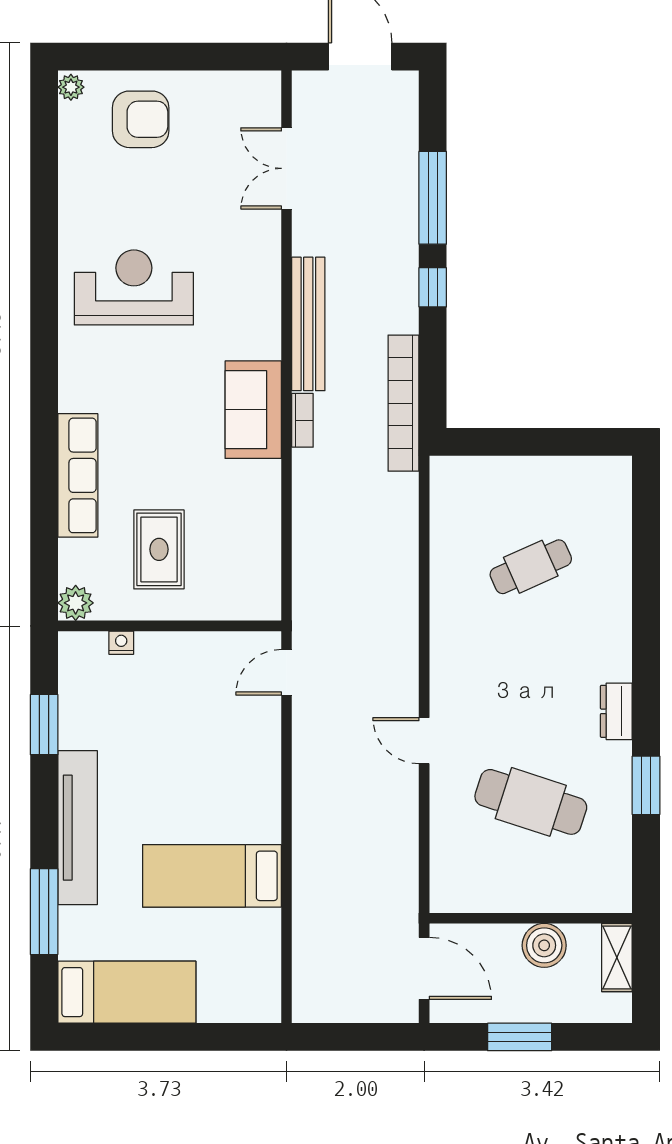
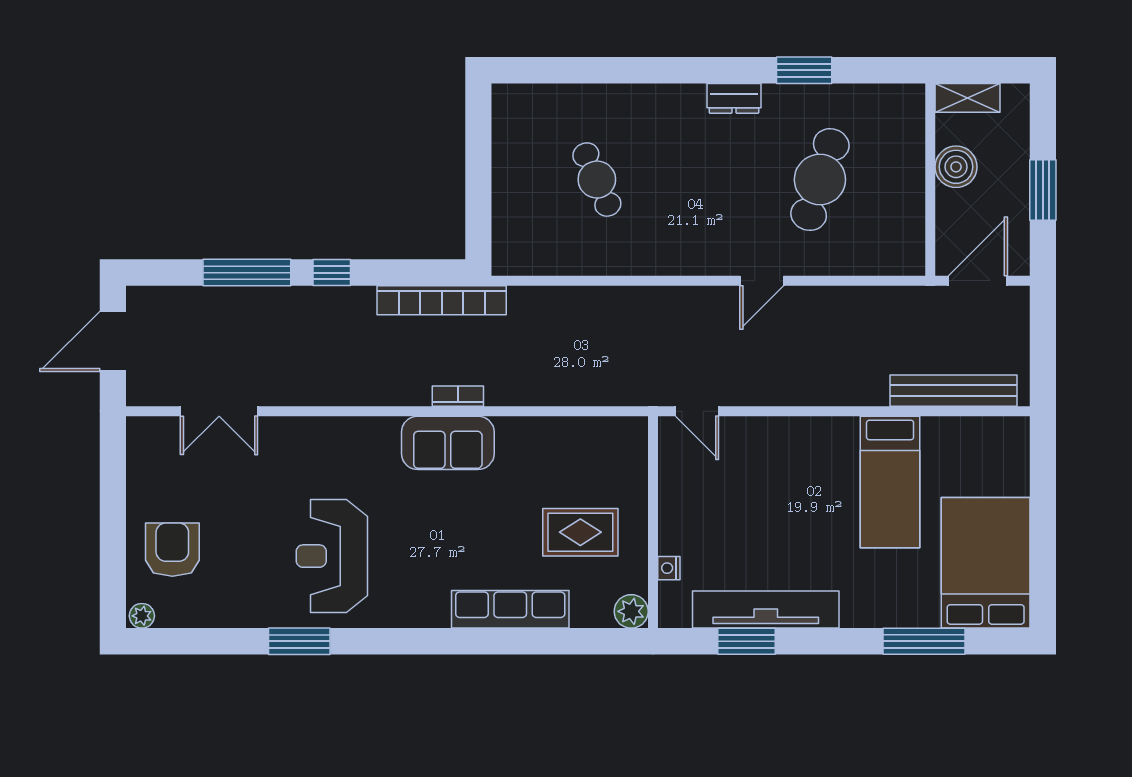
window: (44, 253) -> (299, 641), added
bench: (308, 324) -> (953, 391), moved
tv unit: (78, 828) -> (766, 610), moved
bed: (127, 992) -> (986, 563), width x1.50

